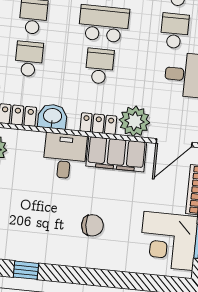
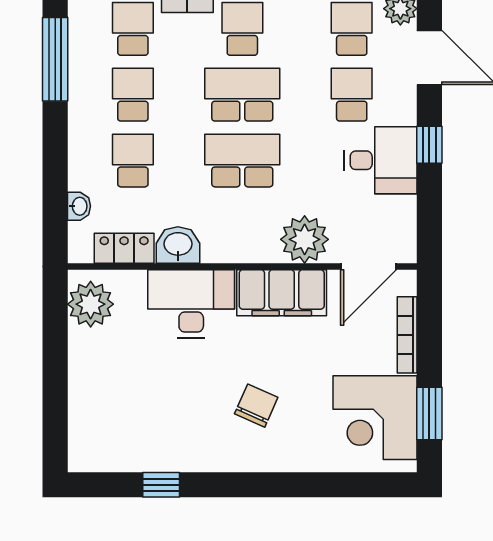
school desk: (100, 66) -> (242, 161), width x1.85
locker: (98, 124) -> (249, 249), removed
desk: (65, 156) -> (191, 304), width x1.37
chair: (92, 225) -> (256, 406), turned -62

